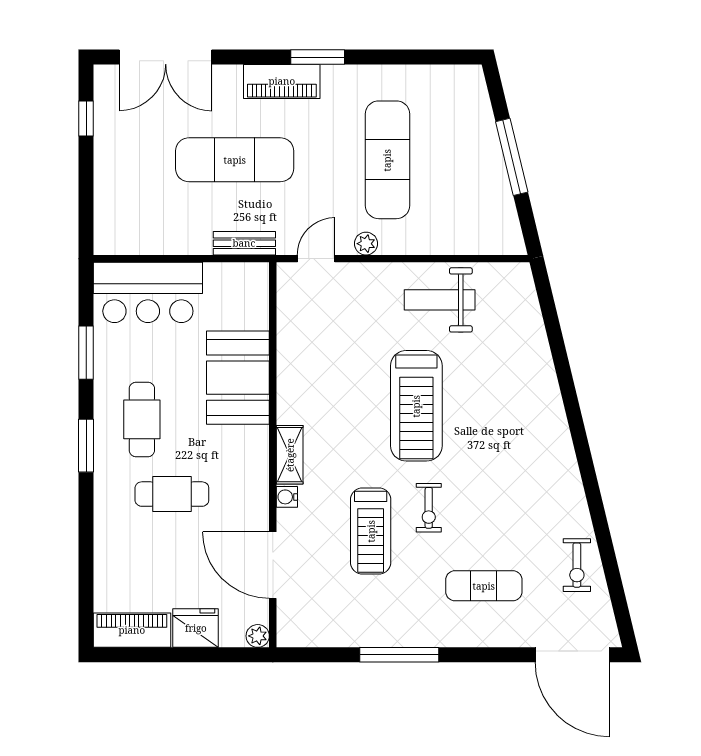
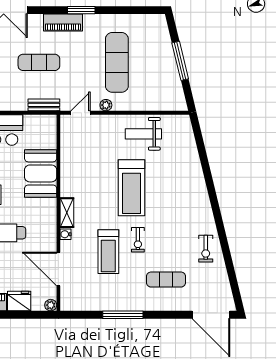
exercise mat: (235, 160) -> (39, 62), width x0.73, depth x0.69
exercise bike: (577, 565) -> (206, 249), moved

